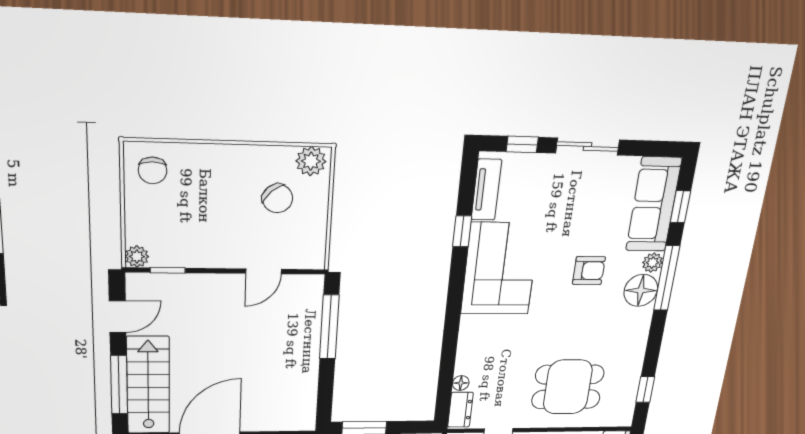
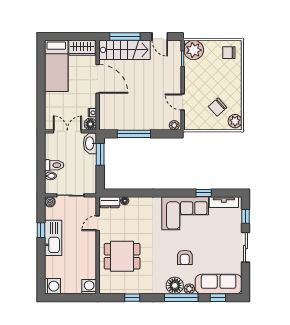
plant: (137, 256) -> (194, 50), width x1.88, depth x1.88
plant: (313, 289) -> (174, 125), added
window: (329, 327) -> (134, 134), moved
dining table: (568, 387) -> (122, 256), turned 90
window: (645, 389) -> (132, 298), moved

